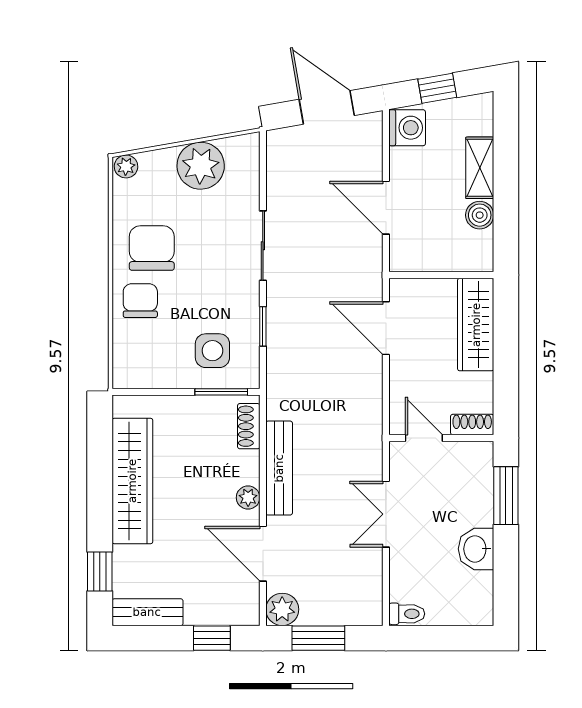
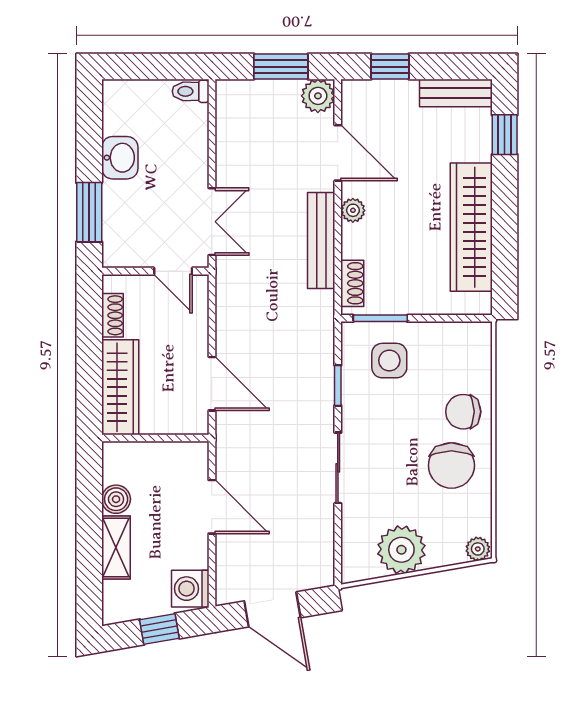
chair: (140, 301) -> (463, 412), turned 90
shoe rack: (472, 425) -> (112, 315), moved, turned -90
double door: (386, 514) -> (212, 222), moved

